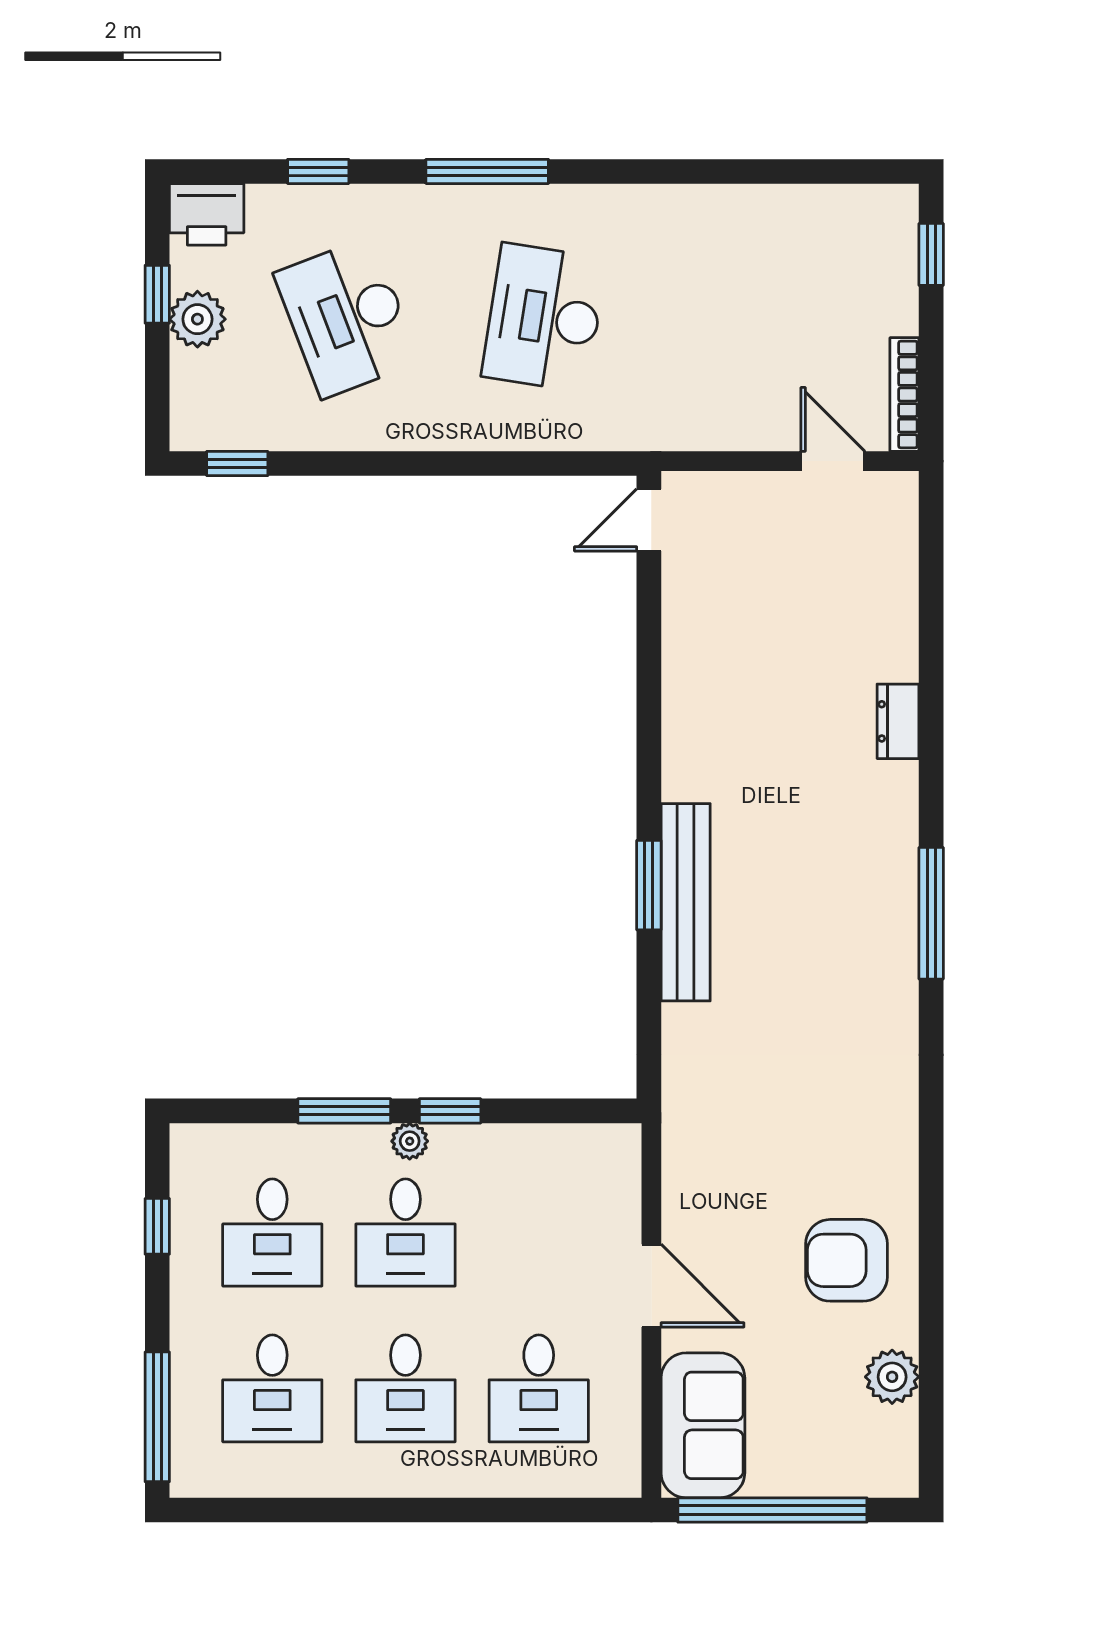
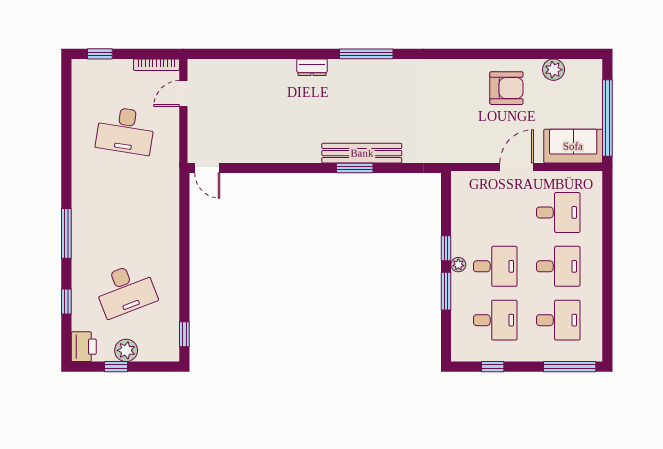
desk: (544, 317) -> (125, 130), moved
dresser: (898, 721) -> (312, 67), moved
armchair: (847, 1260) -> (506, 88), turned -90

